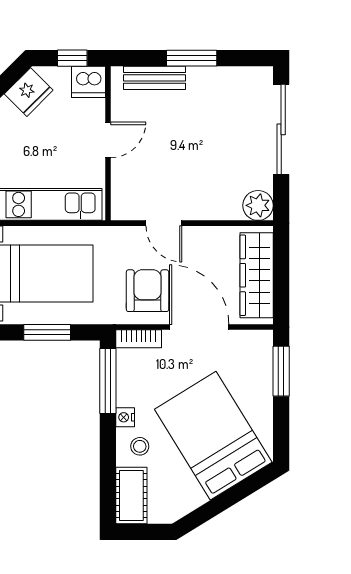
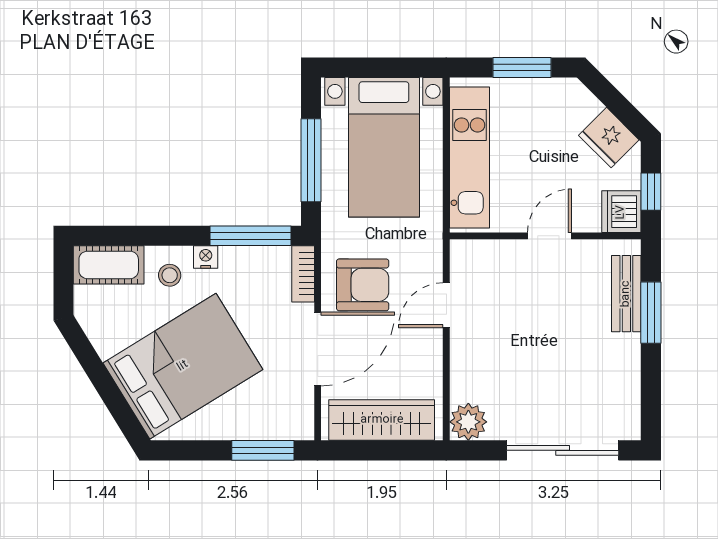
window: (192, 58) -> (651, 313), moved
door: (108, 140) -> (550, 236), swing flipped
window: (47, 332) -> (311, 160), width x1.44

